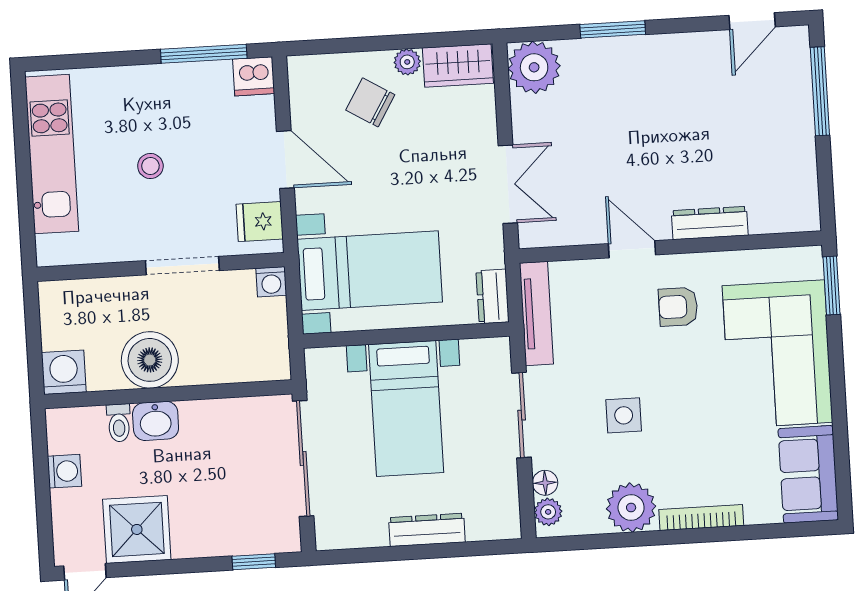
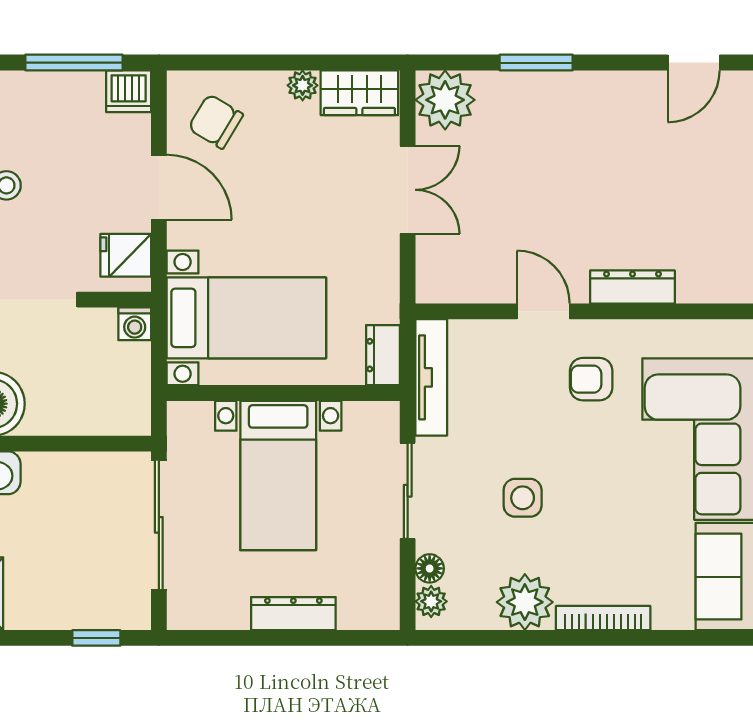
chair: (370, 102) -> (216, 121), moved
double door: (508, 184) -> (408, 190), moved

